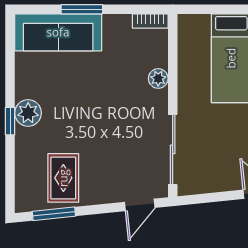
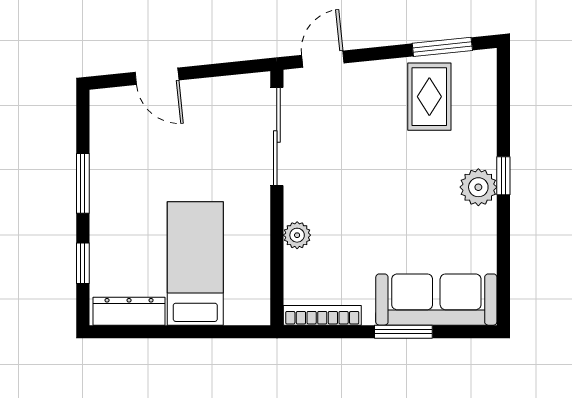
bookcase: (150, 21) -> (322, 315), width x1.56

